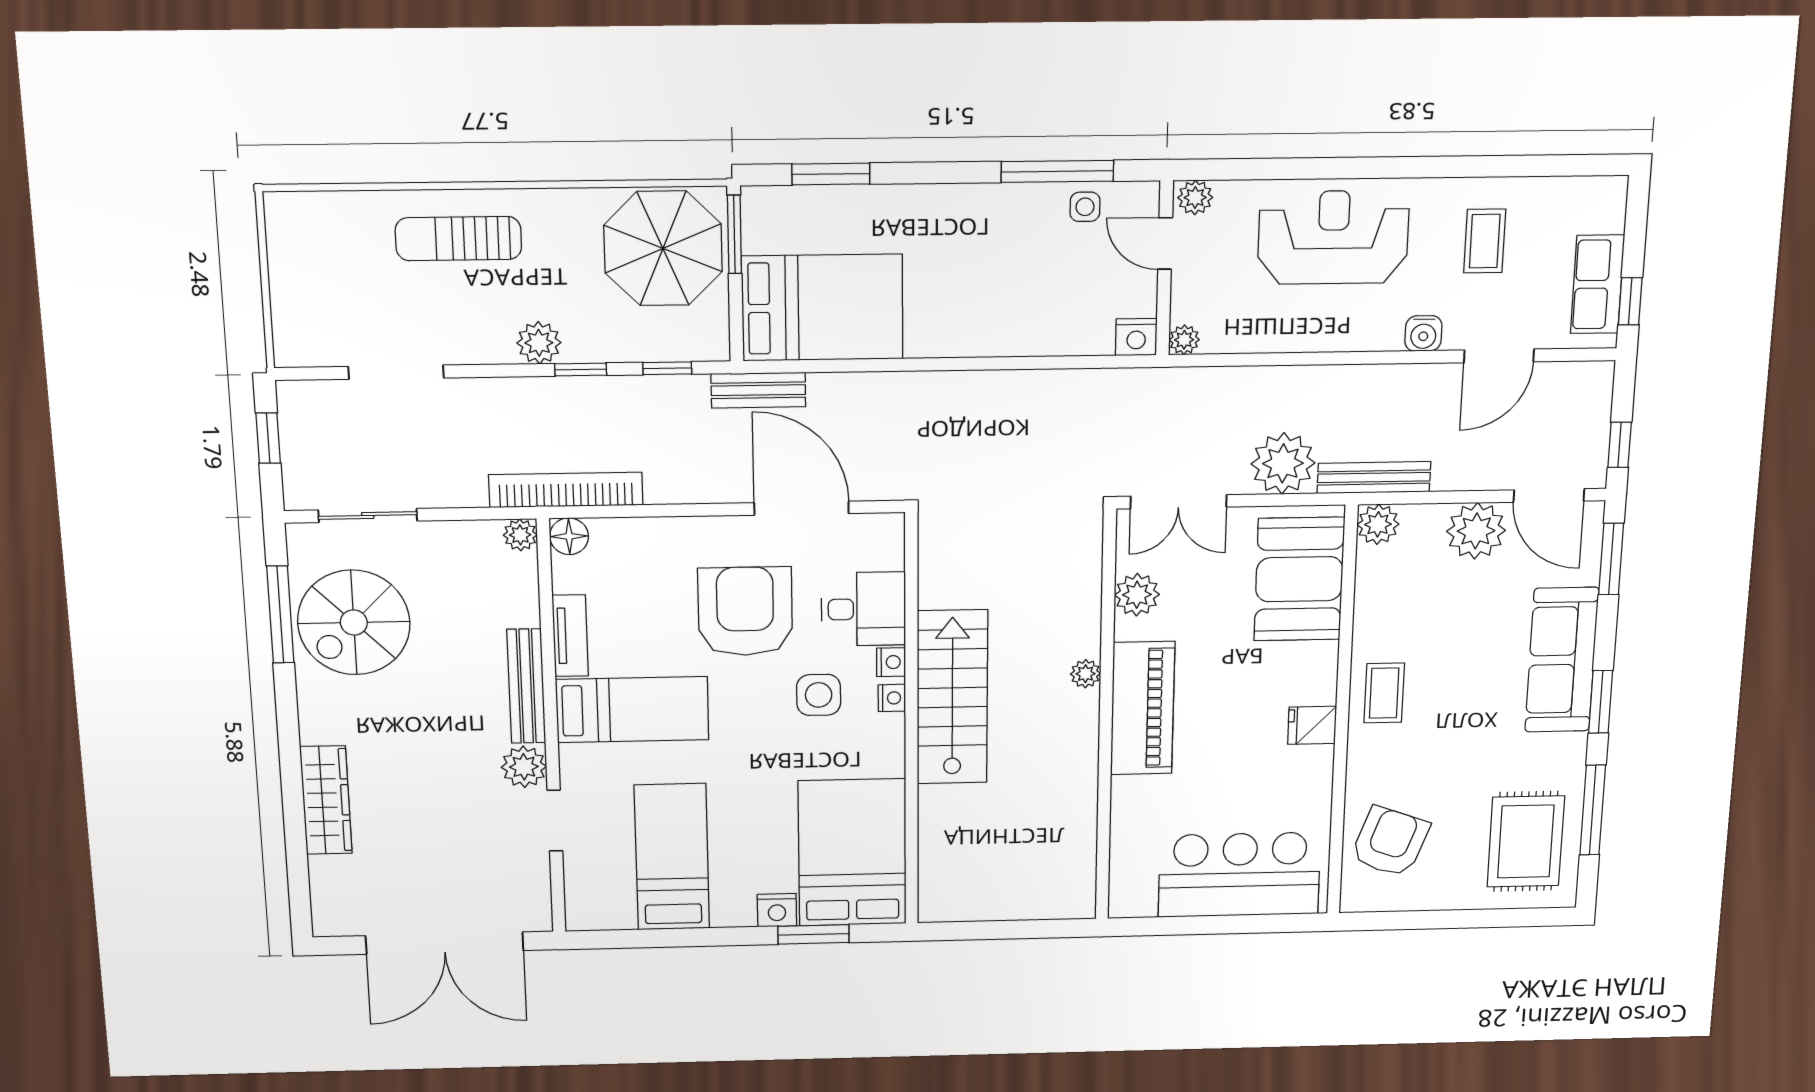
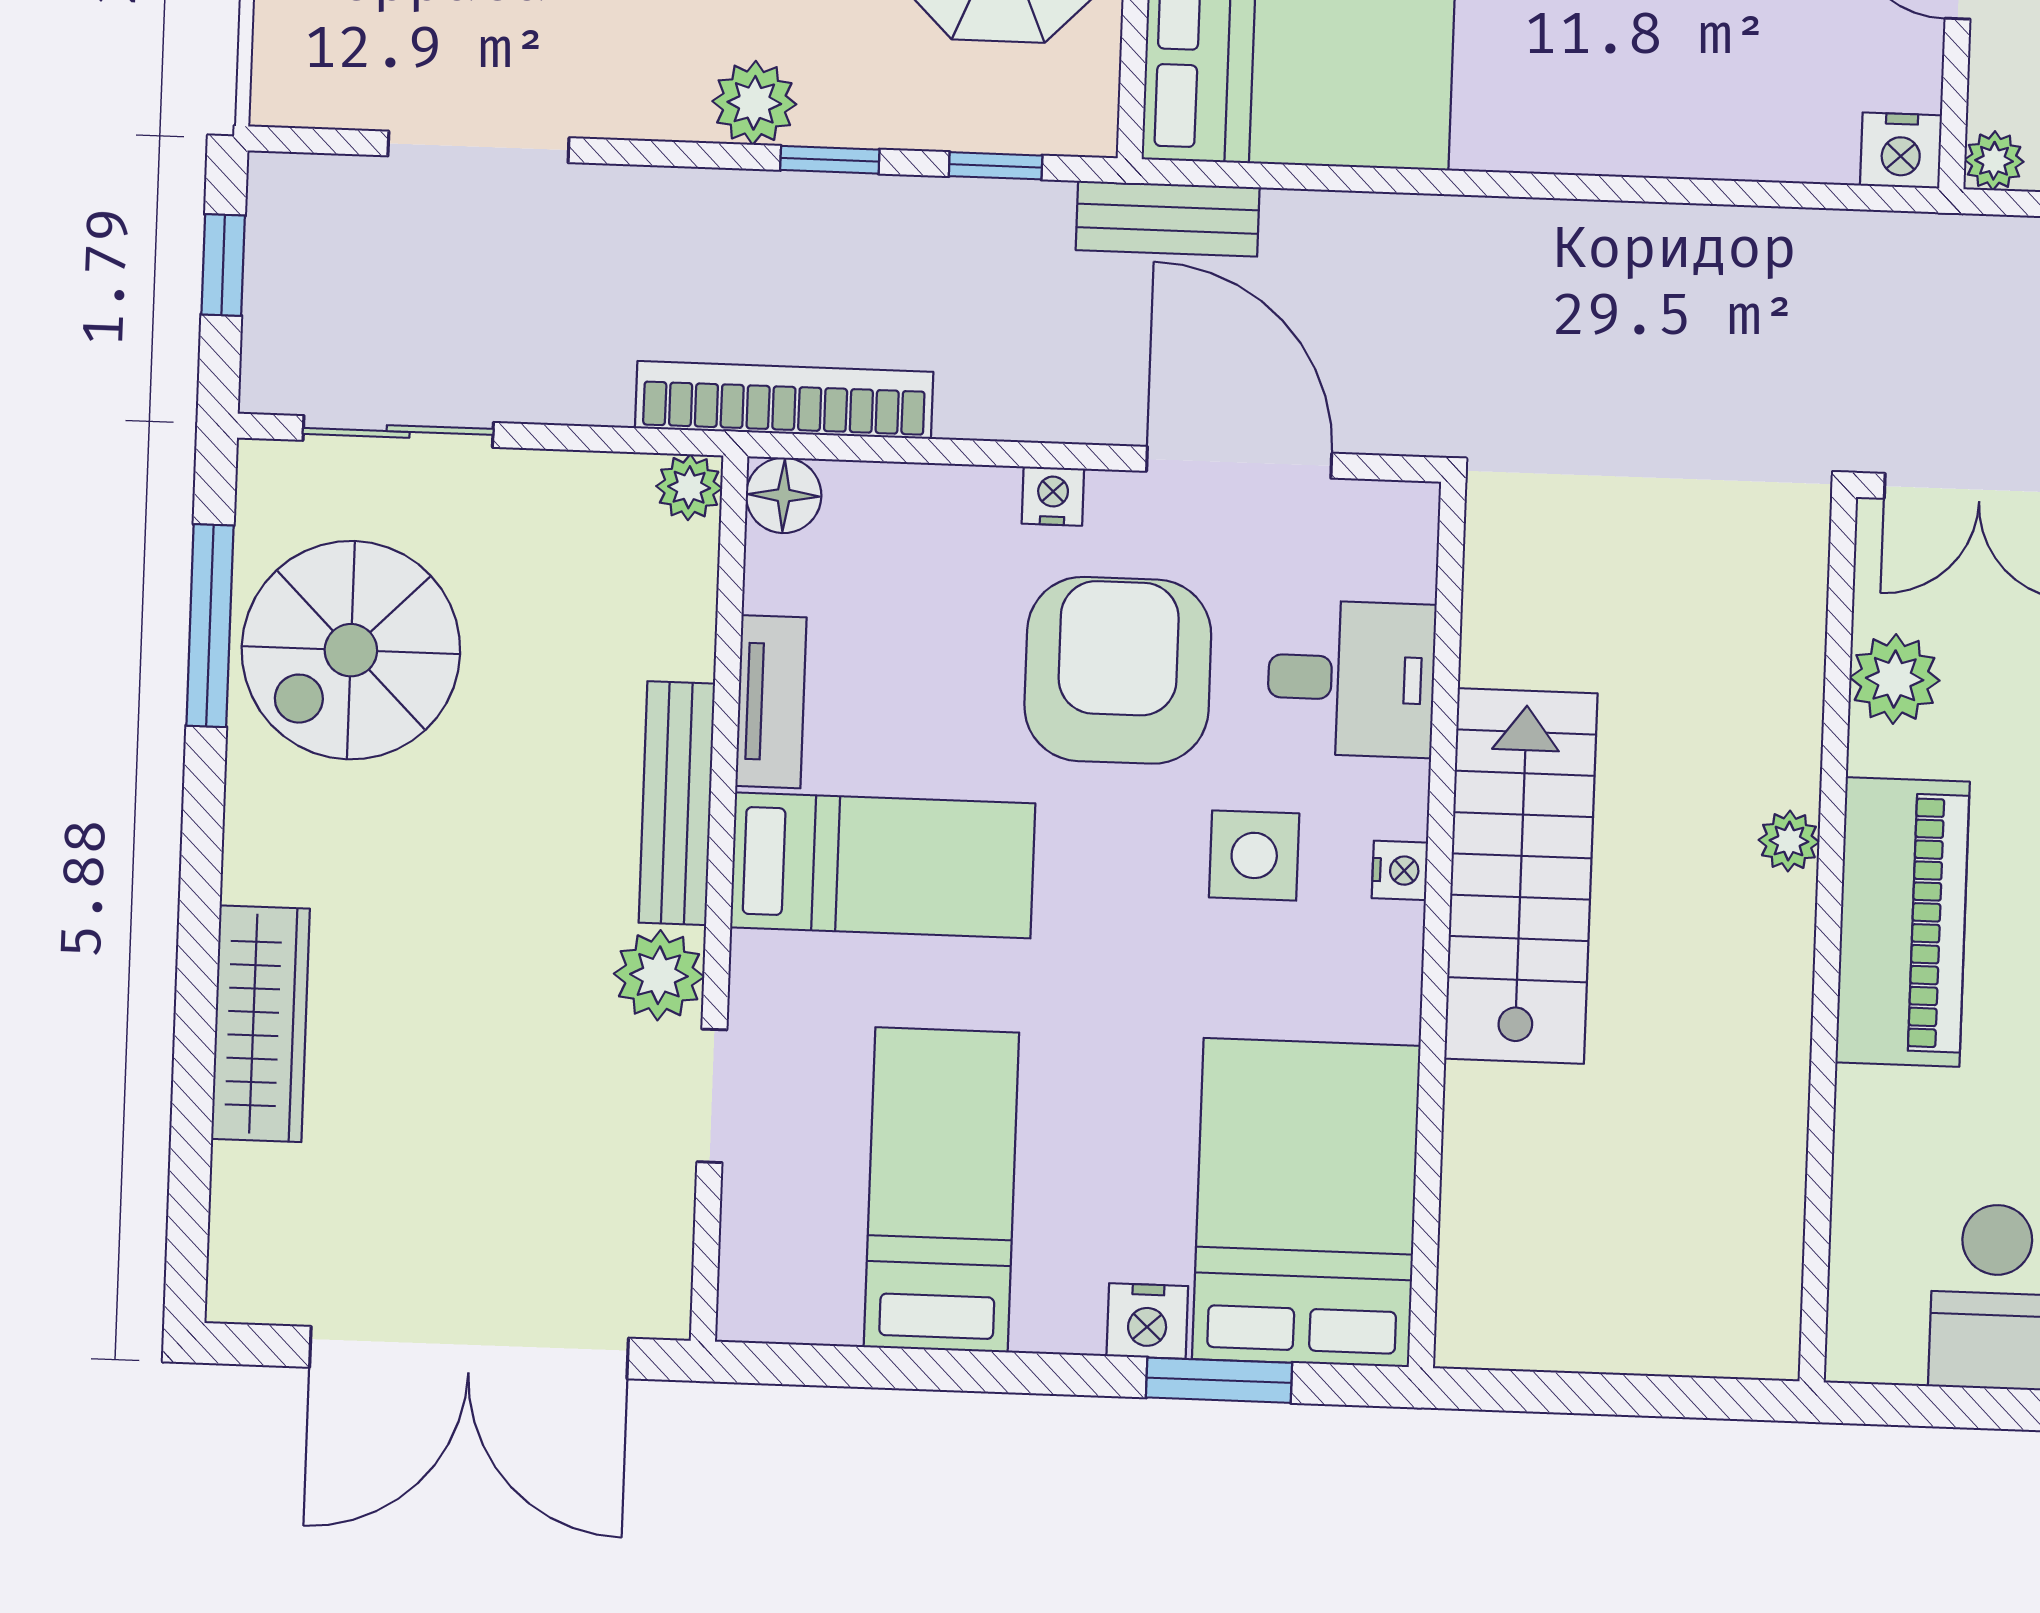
nightstand: (891, 662) -> (1053, 496), moved, turned -90

